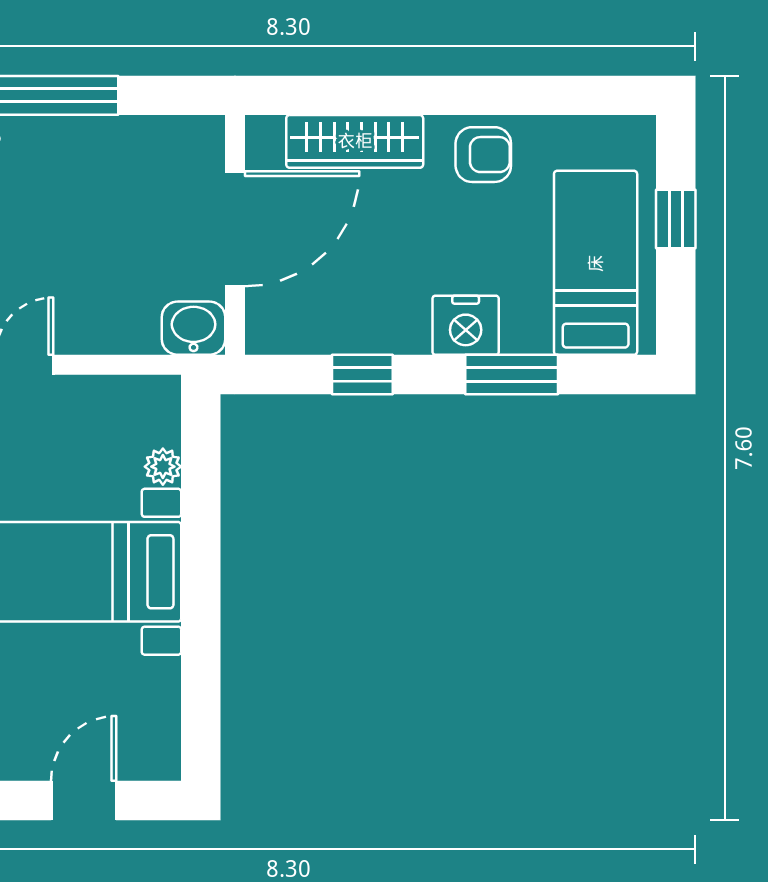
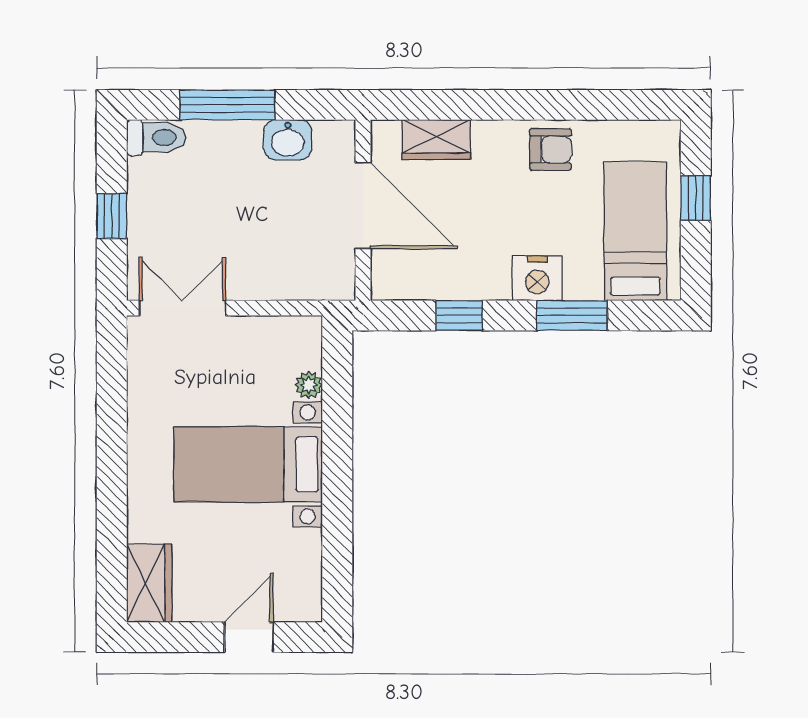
wardrobe: (355, 141) -> (436, 140), width x0.67
door: (235, 229) -> (363, 206), hinge flipped
washbasin: (194, 328) -> (288, 140), moved, turned 180

